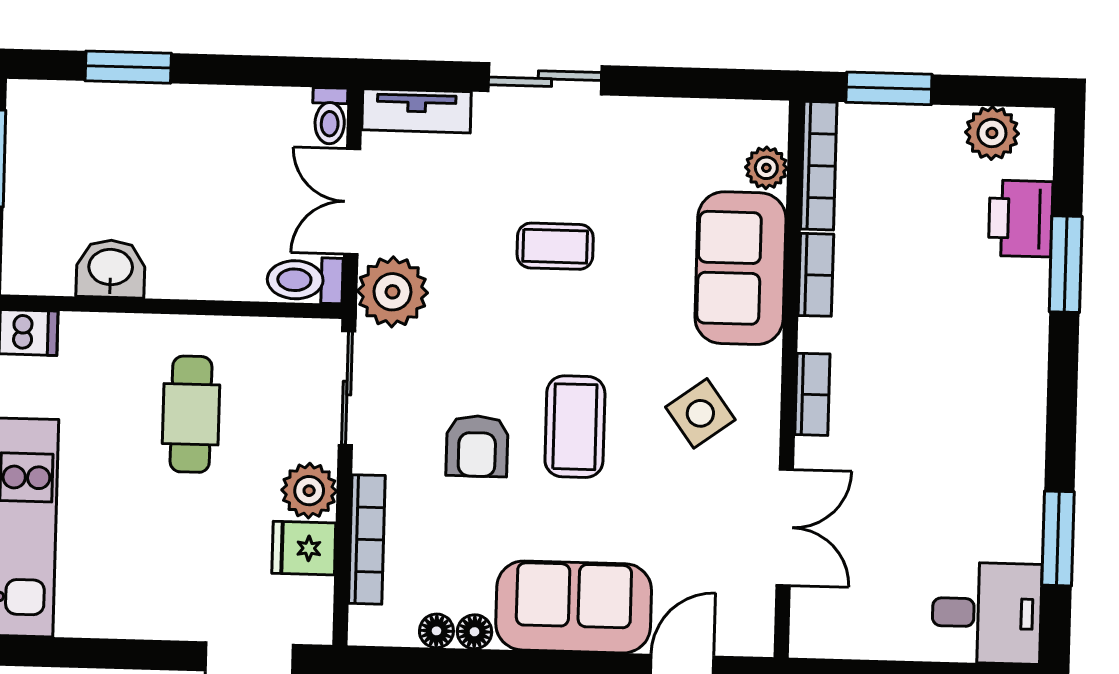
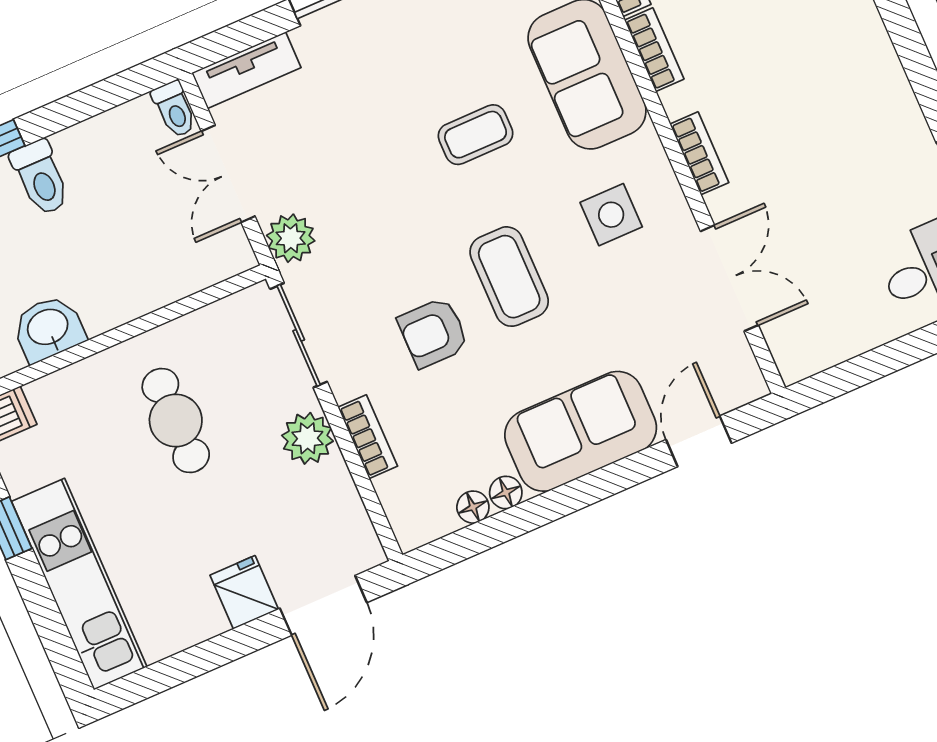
coffee table: (555, 246) -> (476, 135), moved
toilet: (305, 280) -> (40, 178), moved, turned -90
plant: (392, 292) -> (291, 238), width x0.73, depth x0.73
side table: (700, 413) -> (611, 215), turned 36
armchair: (477, 446) -> (433, 333), turned 90
bookcase: (367, 539) -> (368, 437), width x0.64
fridge: (304, 548) -> (244, 592), moved, turned 90

